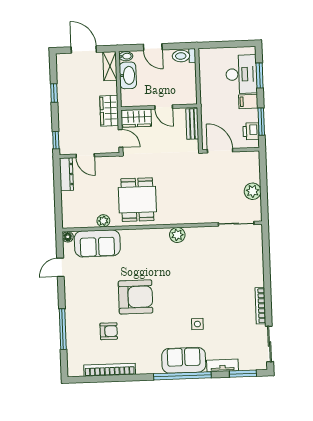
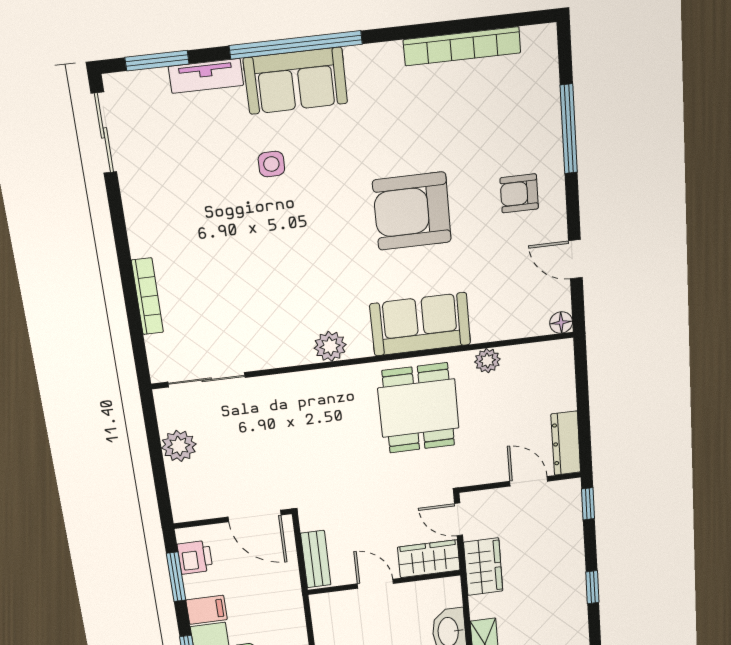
sofa: (97, 243) -> (420, 324), moved
door: (60, 267) -> (575, 259), swing flipped
bookcase: (260, 306) -> (147, 296), moved
armchair: (109, 331) -> (519, 193), moved

